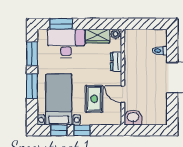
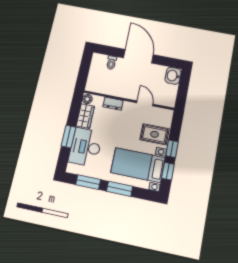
window: (61, 24) -> (69, 137), moved
door: (123, 94) -> (145, 103), swing flipped
rug: (94, 99) -> (155, 134), moved
washbasin: (133, 118) -> (173, 76), moved

